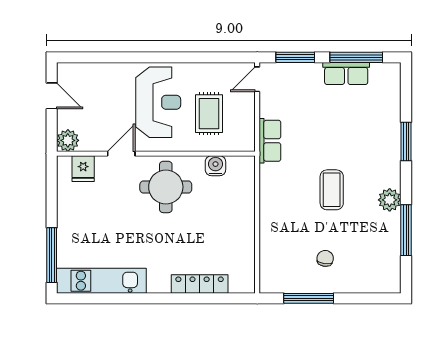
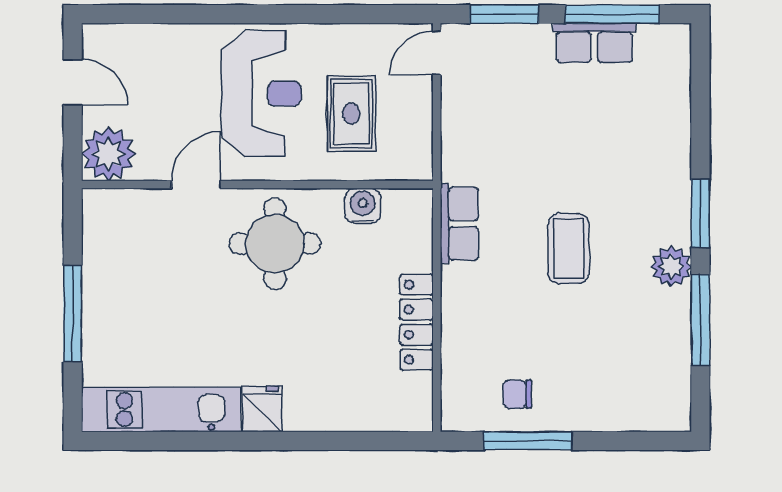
plant: (68, 140) -> (108, 154), width x1.36, depth x1.36
row of seats: (270, 141) -> (459, 224), moved
window: (406, 141) -> (700, 213), moved
fridge: (83, 169) -> (262, 409), moved, turned 180
window: (52, 255) -> (73, 314), moved
chair: (325, 258) -> (517, 394), moved, turned -98
locker: (200, 284) -> (417, 322), moved, turned -90

